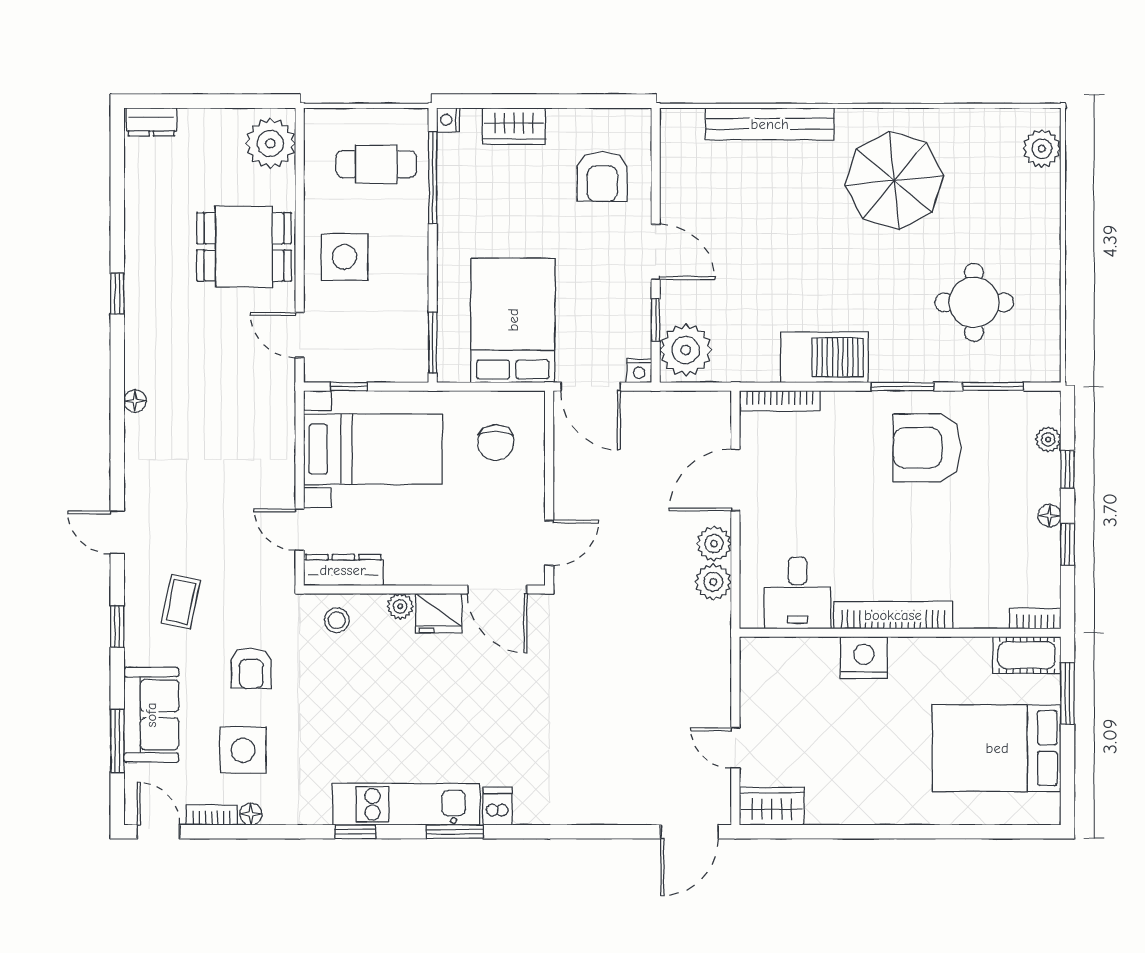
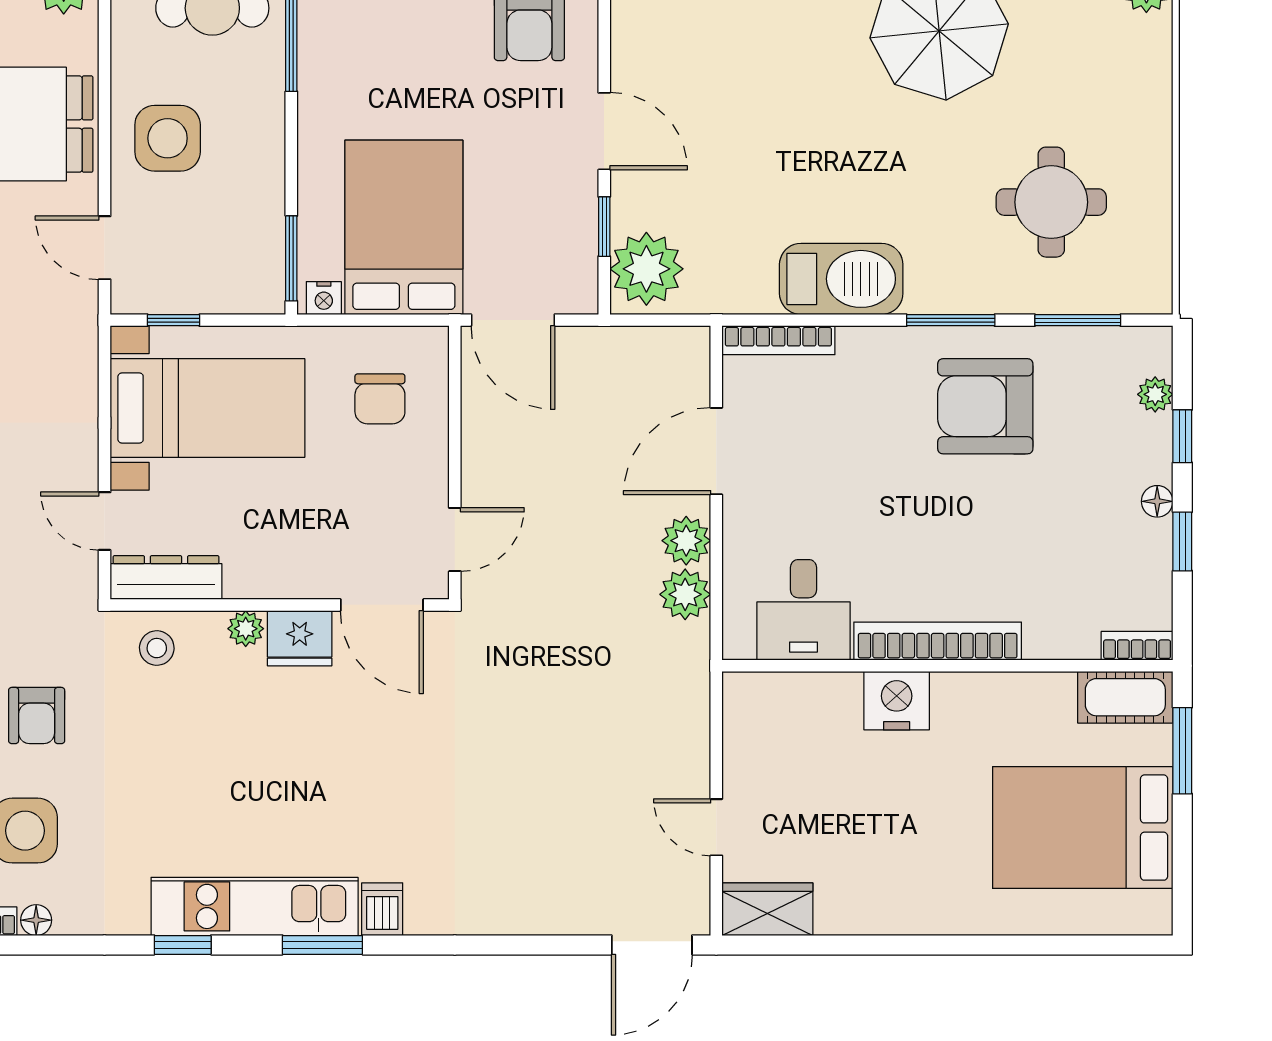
nightstand: (639, 371) -> (324, 298), moved

